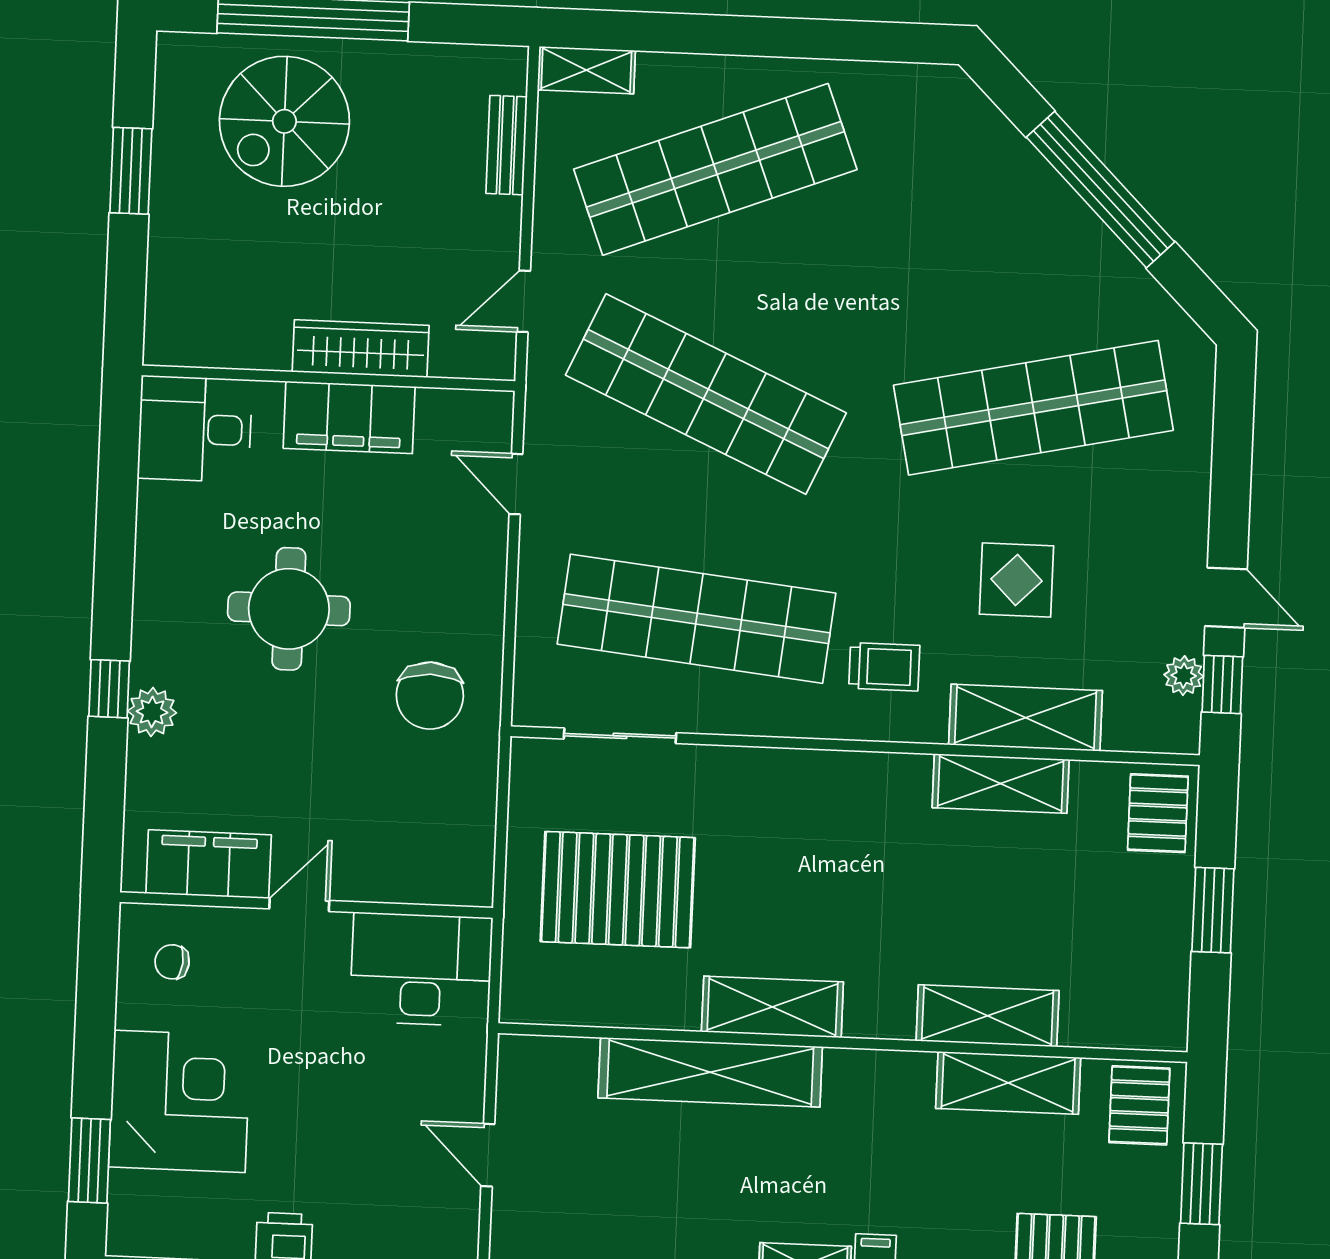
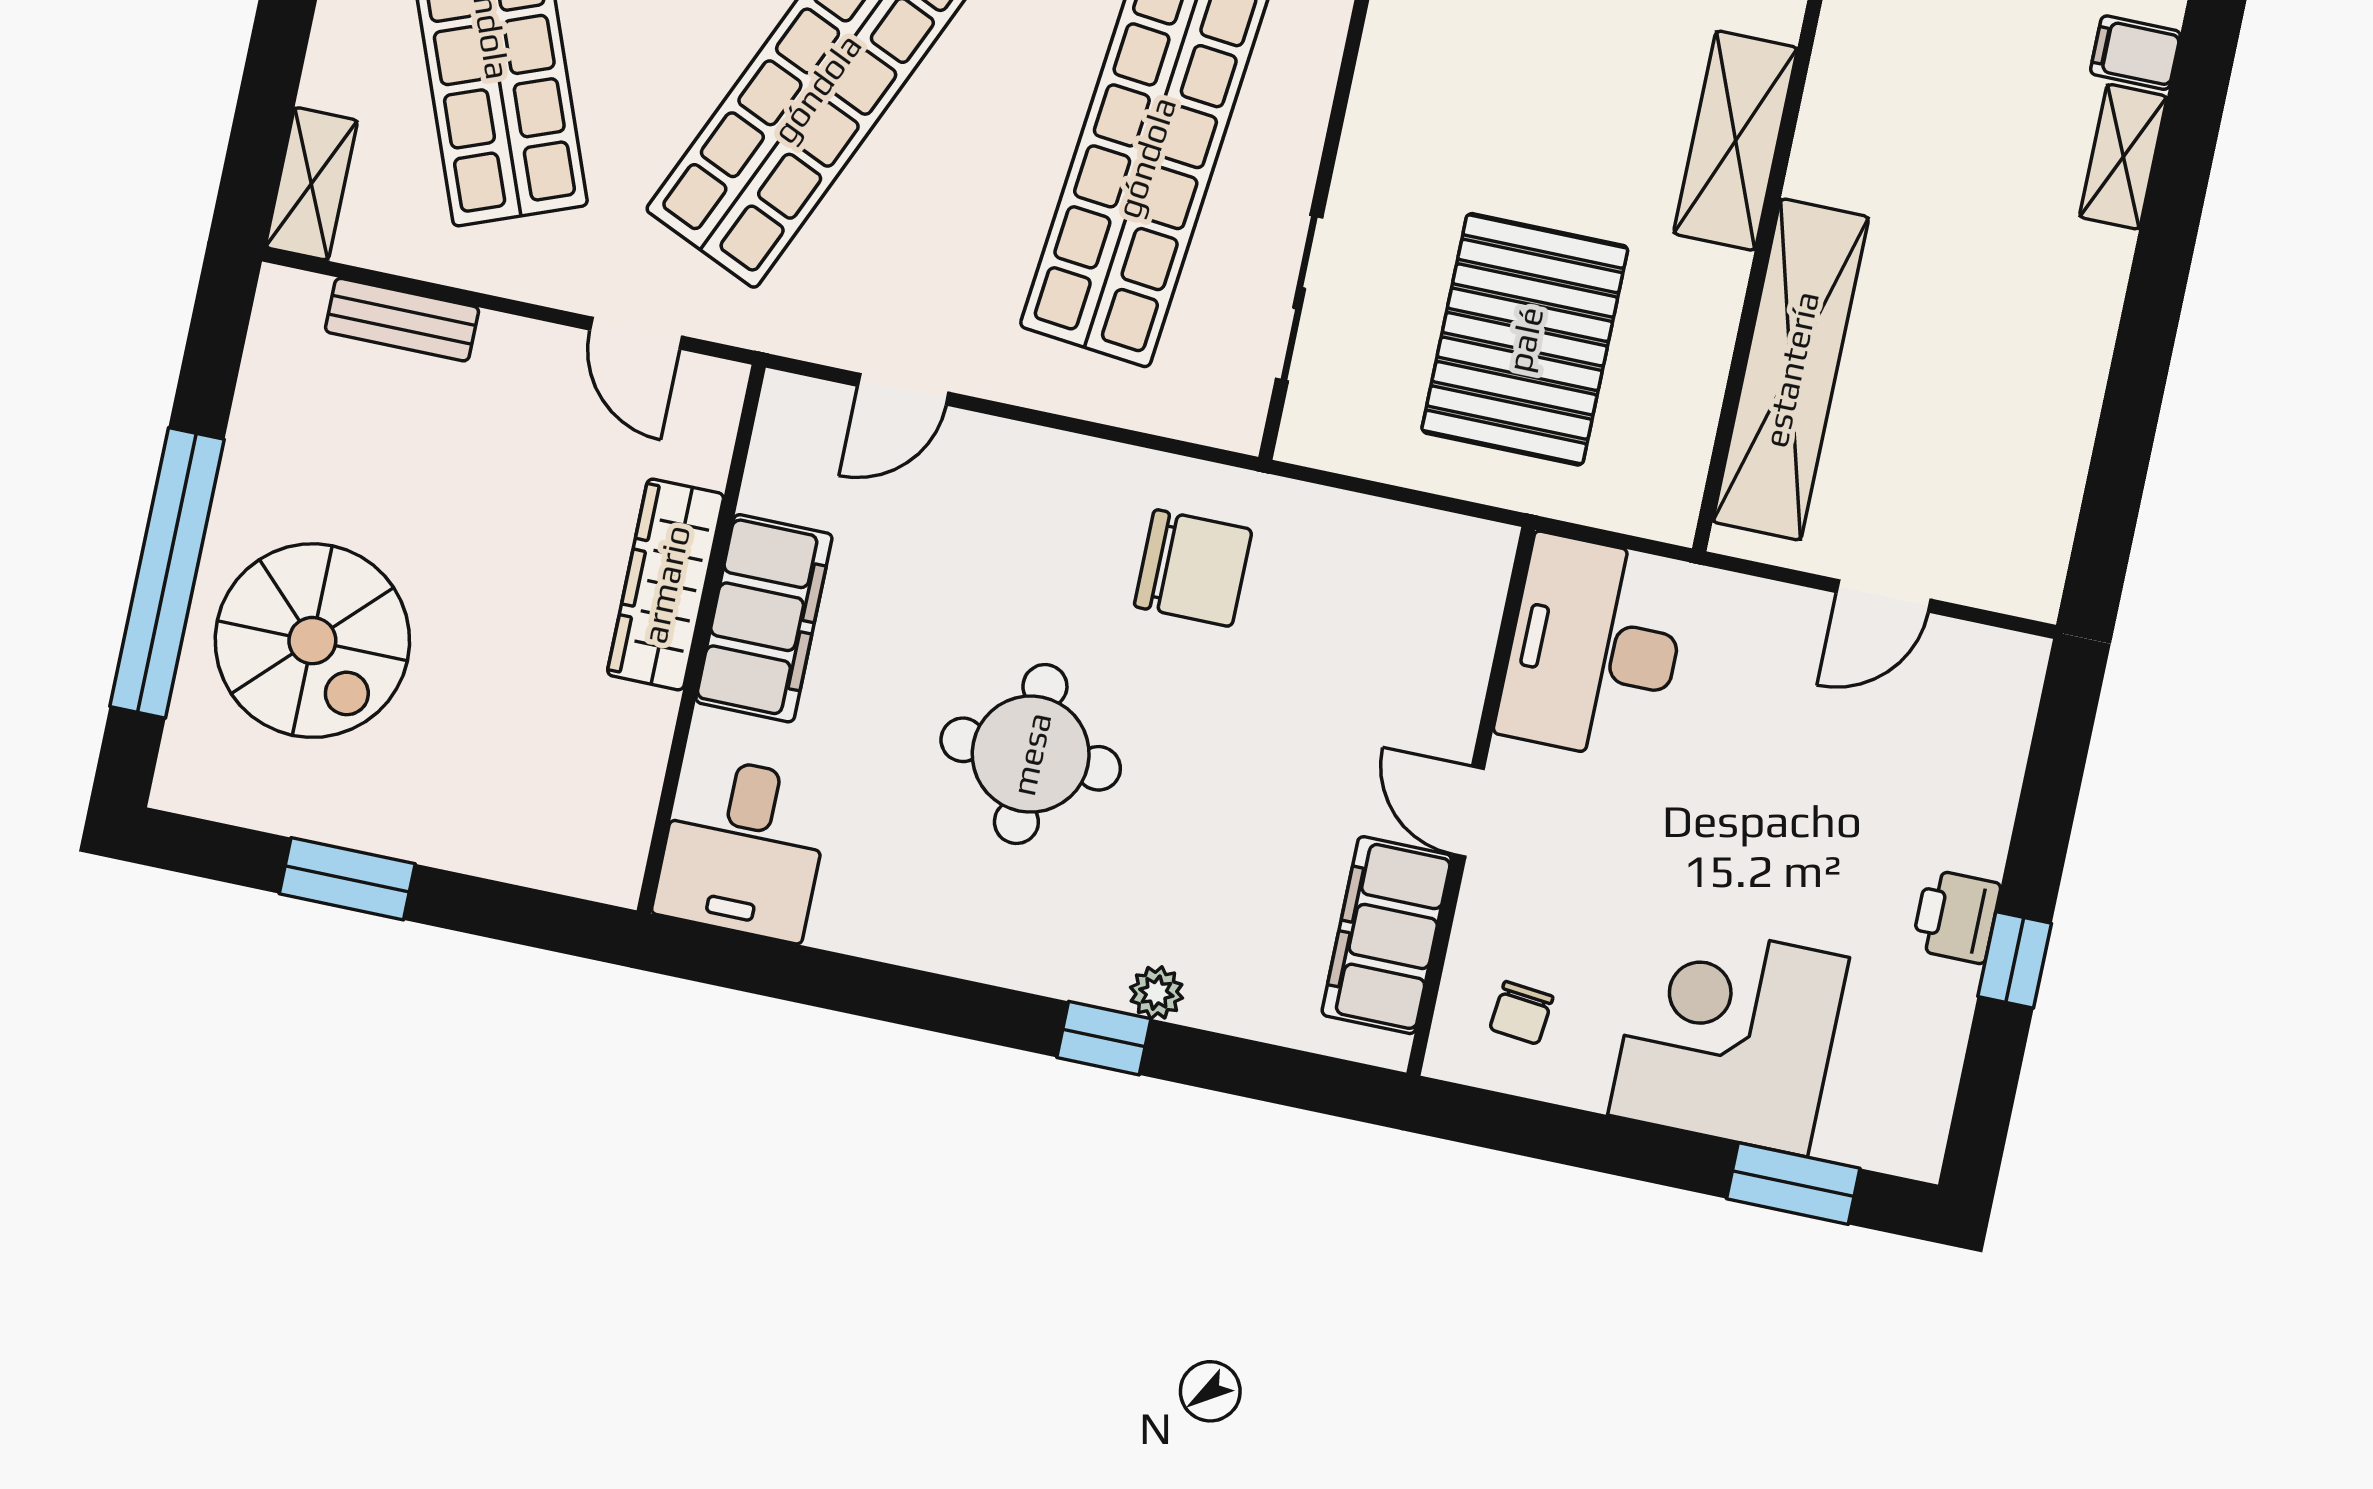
plant: (152, 712) -> (1156, 993), width x0.73, depth x0.73
shelving: (710, 1072) -> (1791, 369), moved

